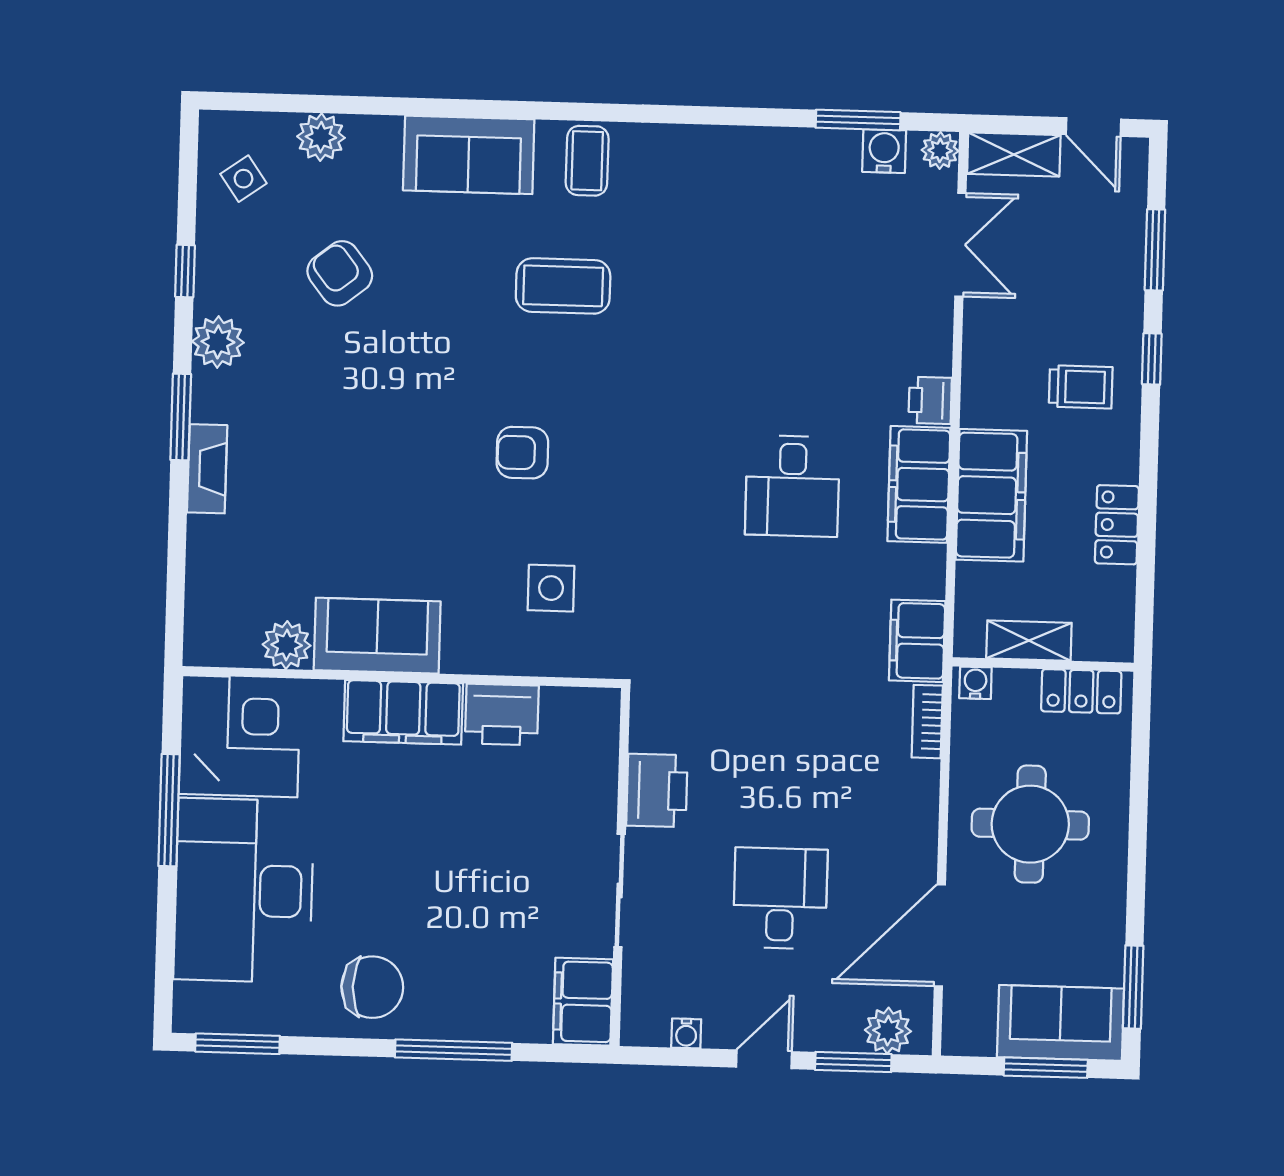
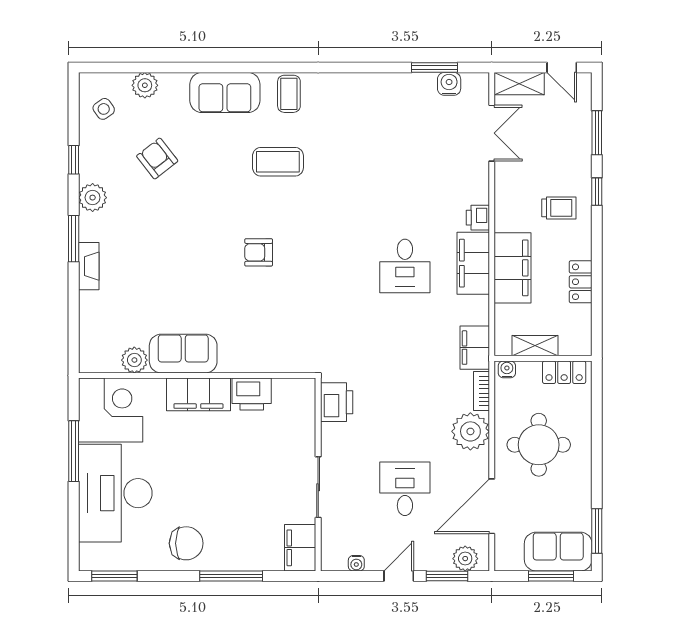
plant: (940, 150) -> (470, 431), moved, width x1.88, depth x1.88
side table: (551, 588) -> (276, 325), removed
printer: (657, 790) -> (337, 402), moved

